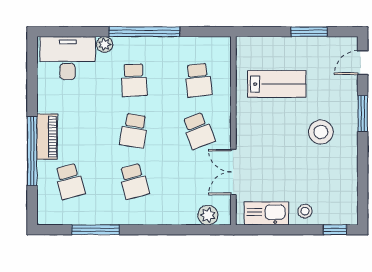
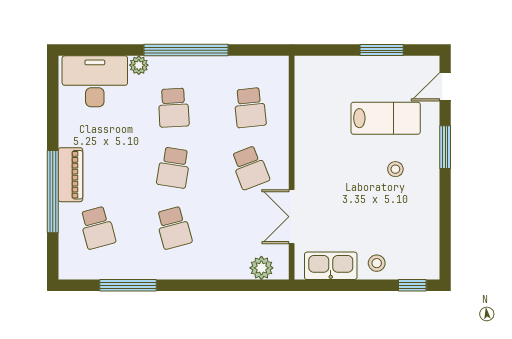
lab bench: (277, 84) -> (386, 118), moved
stool: (321, 132) -> (395, 169), width x0.53, depth x0.53

